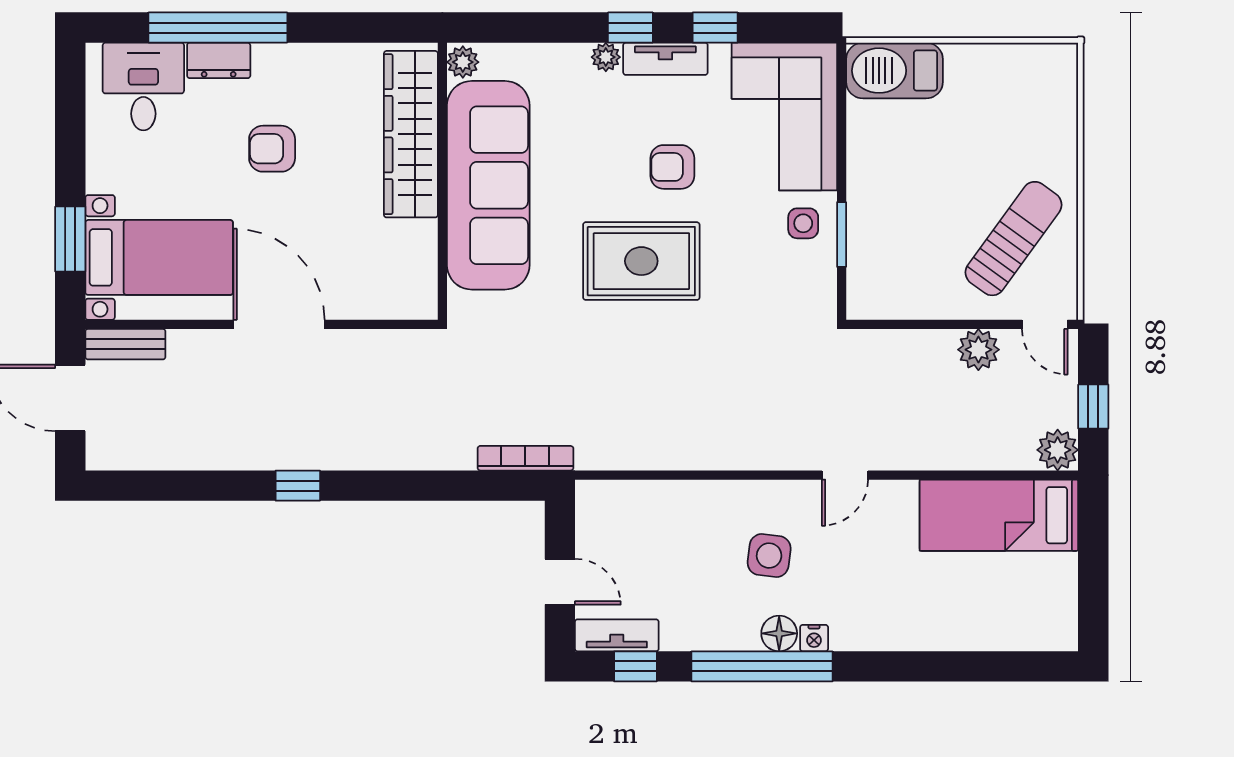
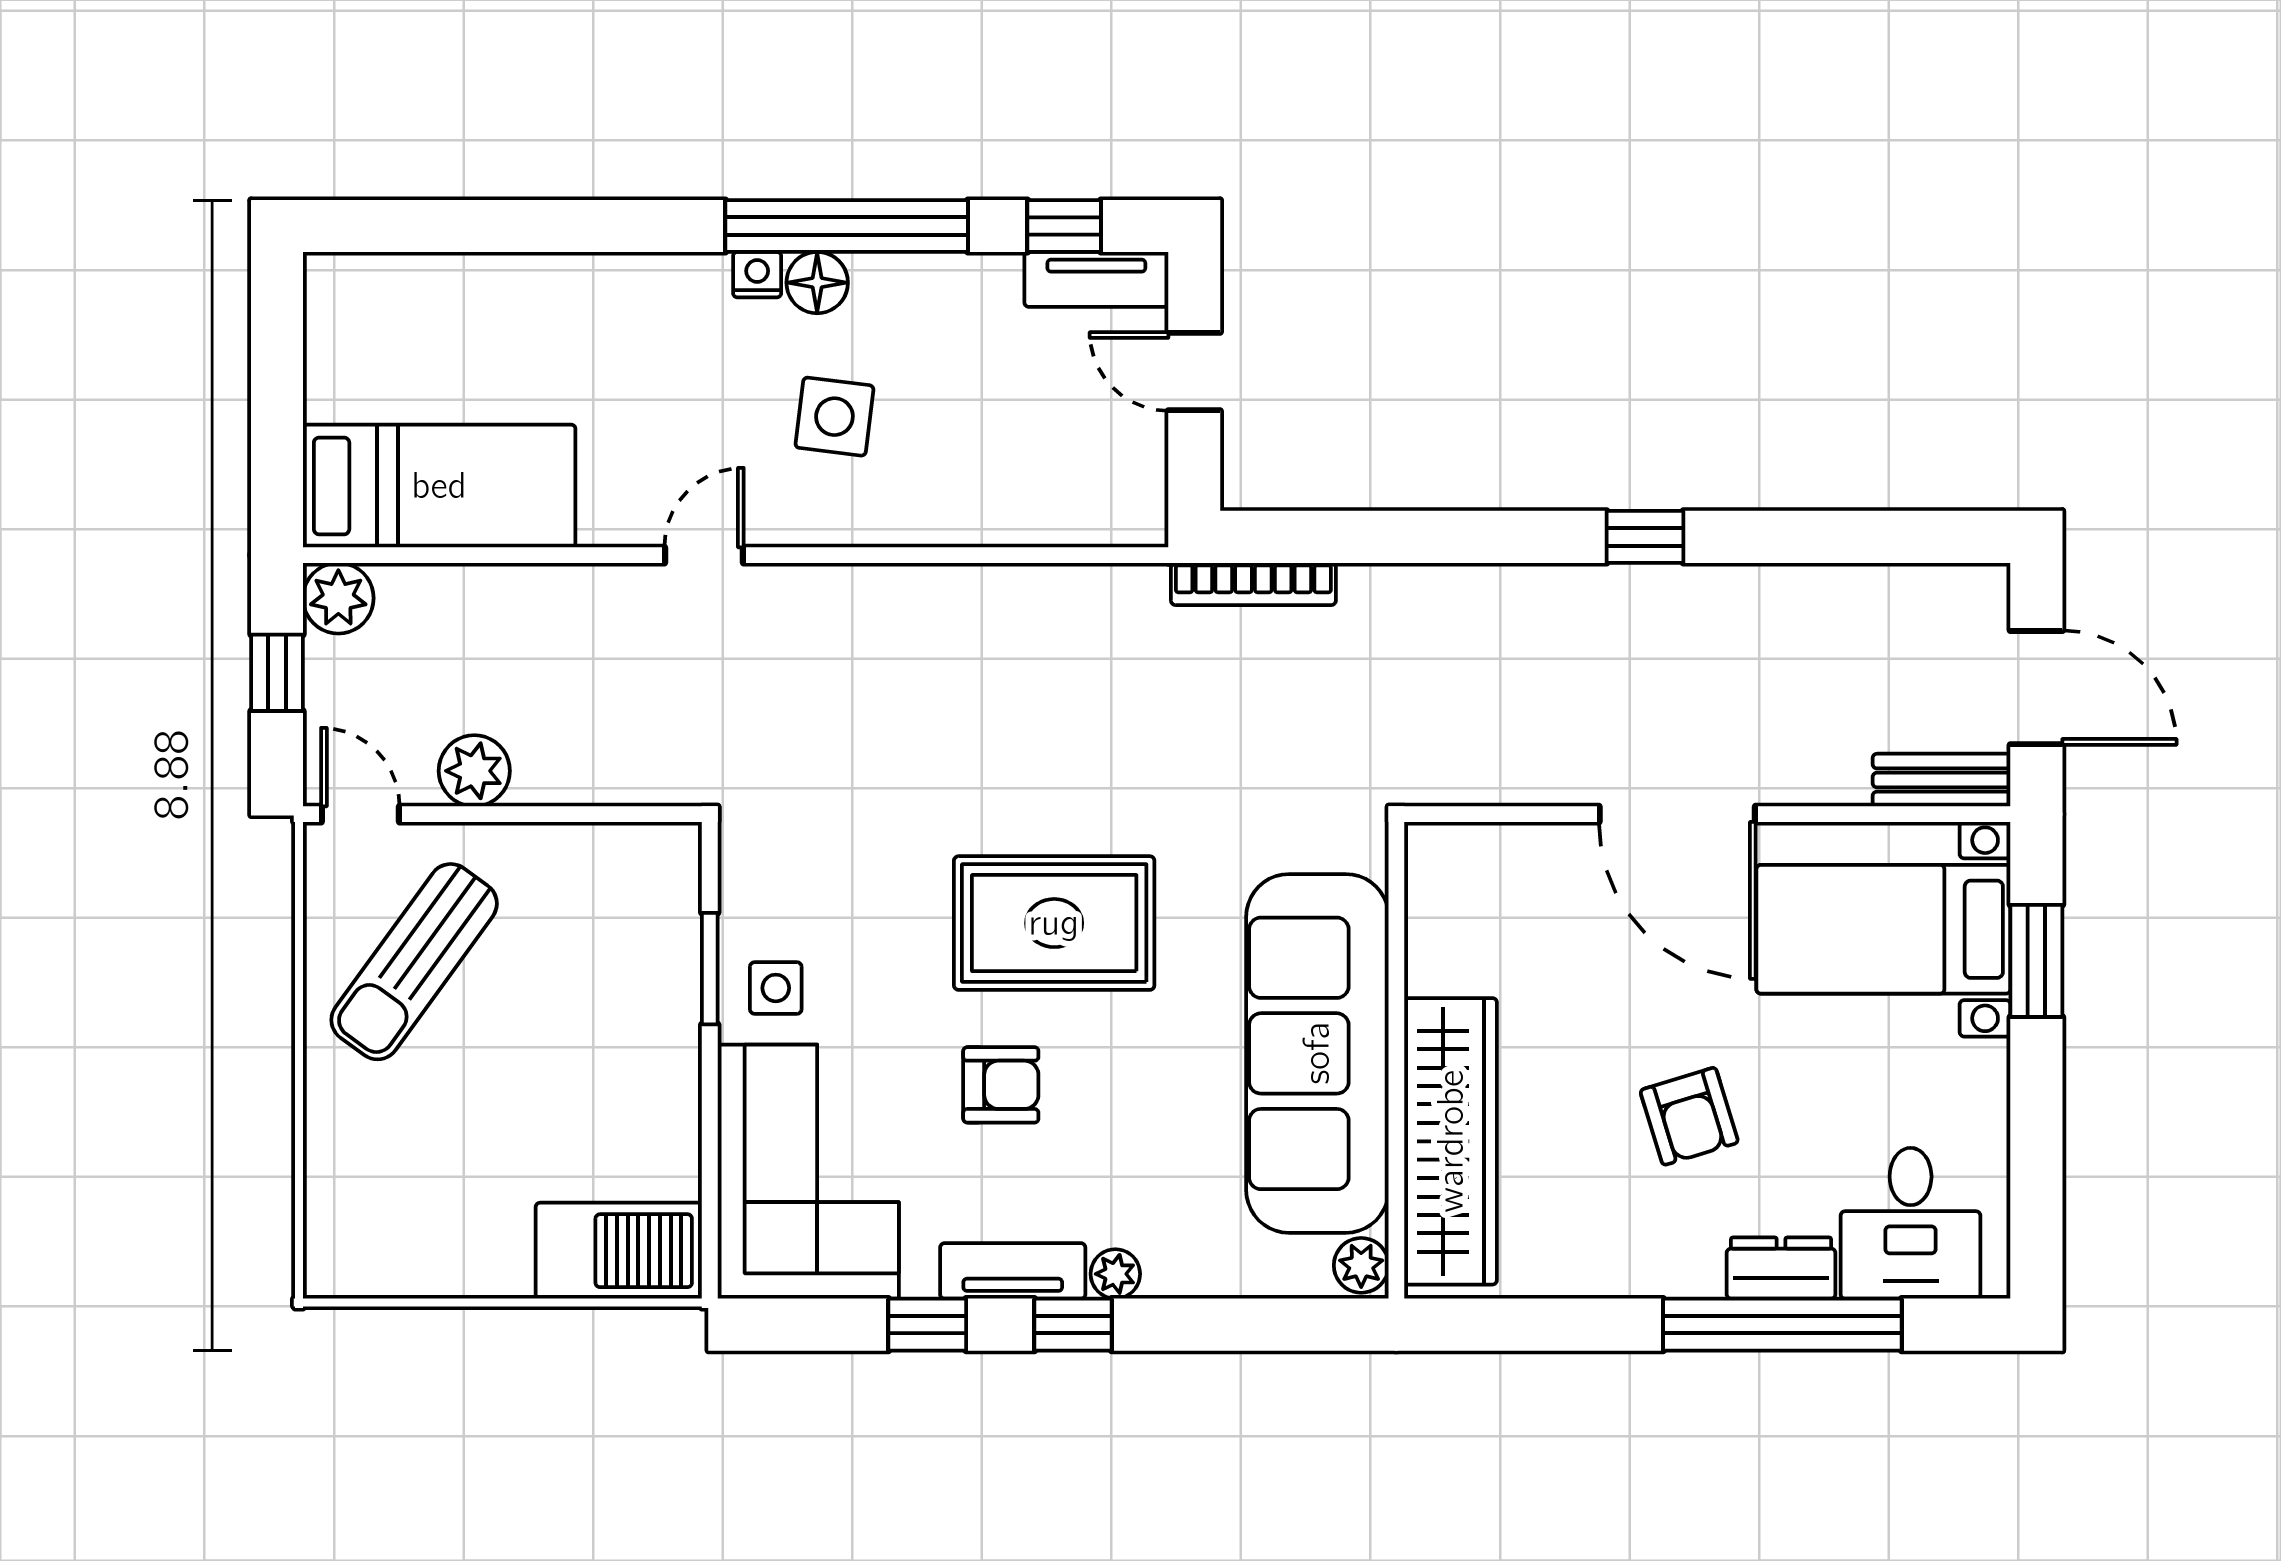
armchair: (272, 149) -> (1689, 1116), turned 73

